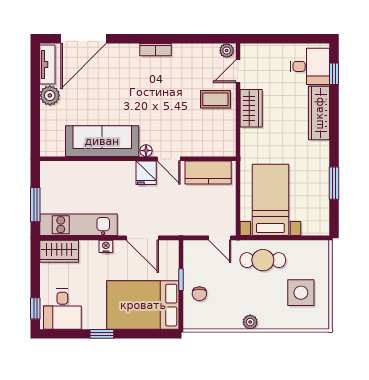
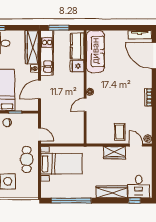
plant: (50, 95) -> (122, 36), removed
sofa: (102, 141) -> (95, 51), moved
fridge: (146, 173) -> (77, 66), moved
kitchen counter: (208, 173) -> (77, 46), moved
window: (334, 183) -> (71, 201), width x2.11
door: (220, 238) -> (39, 134), swing flipped
wardrobe: (59, 251) -> (32, 47), width x1.50

